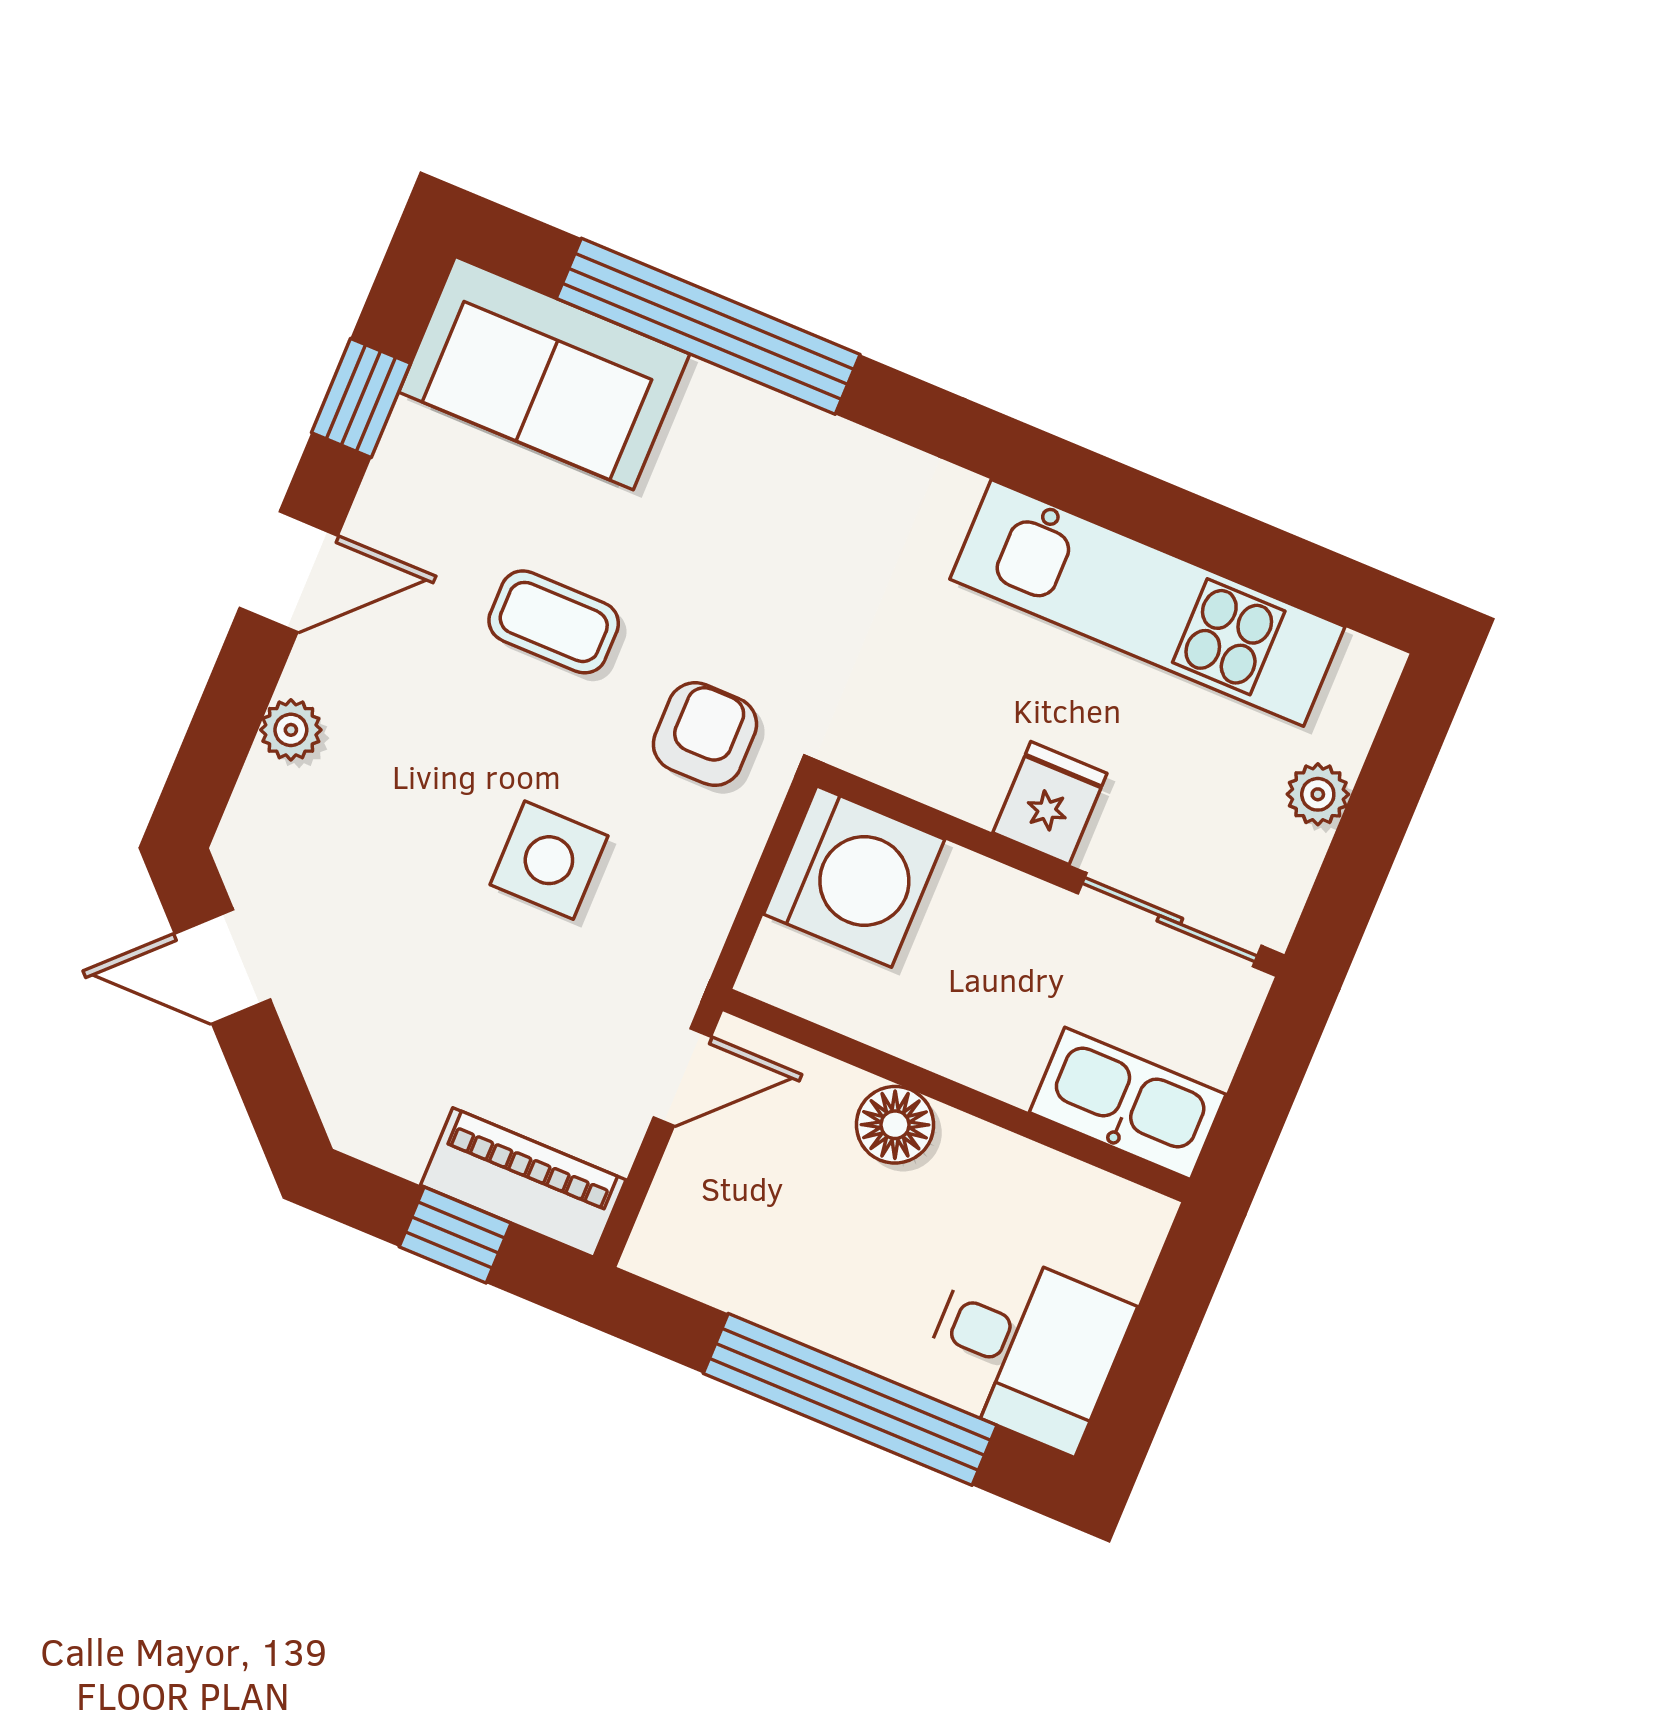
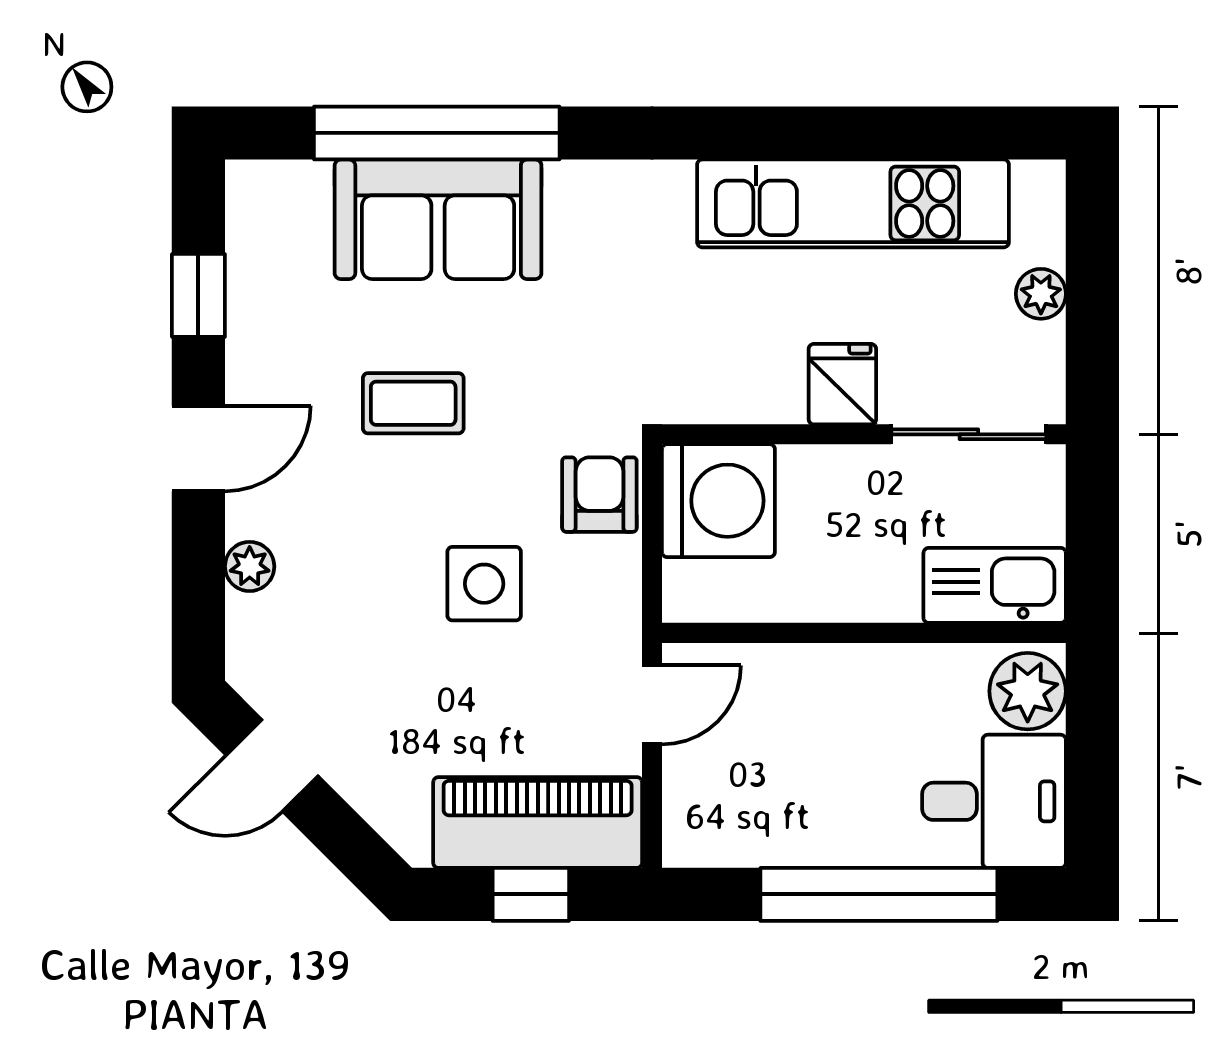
sofa: (544, 373) -> (438, 219), moved
armchair: (705, 734) -> (599, 495), moved
floor lamp: (895, 1125) -> (827, 674), removed
piano: (523, 1183) -> (538, 823), width x1.37, depth x1.33
plant: (1115, 1239) -> (1028, 691), added

